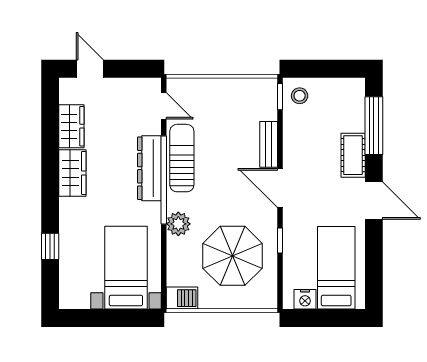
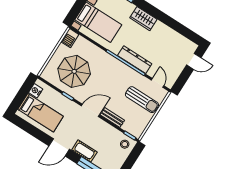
door: (164, 106) -> (158, 83), swing flipped
wardrobe: (71, 126) -> (174, 38), removed
sun lounger: (182, 158) -> (142, 100), moved
wardrobe: (72, 173) -> (143, 19), moved
plant: (178, 224) -> (103, 57), removed

